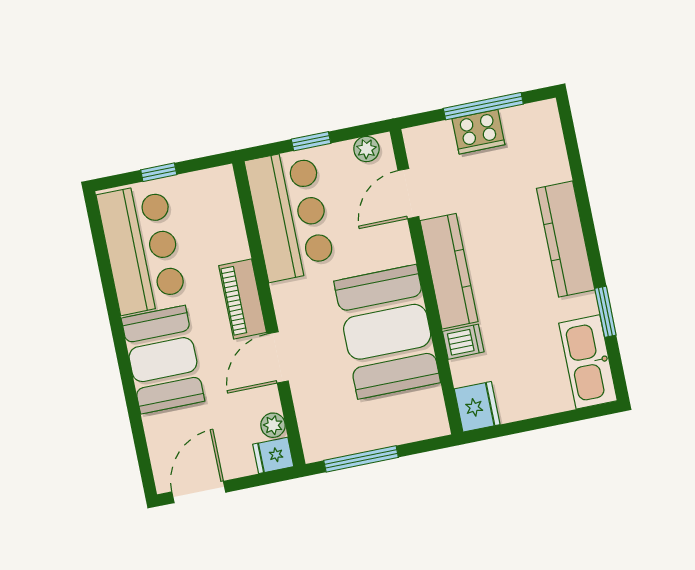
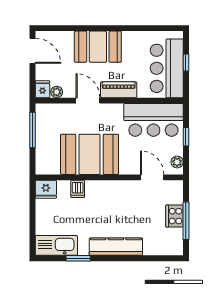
bar counter: (142, 249) -> (167, 68), moved, turned 90
kitchen counter: (449, 271) -> (112, 189), removed

